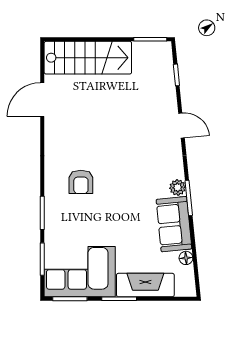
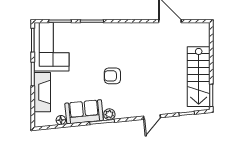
stairs: (88, 58) -> (199, 77), moved
armchair: (81, 182) -> (112, 76), moved

